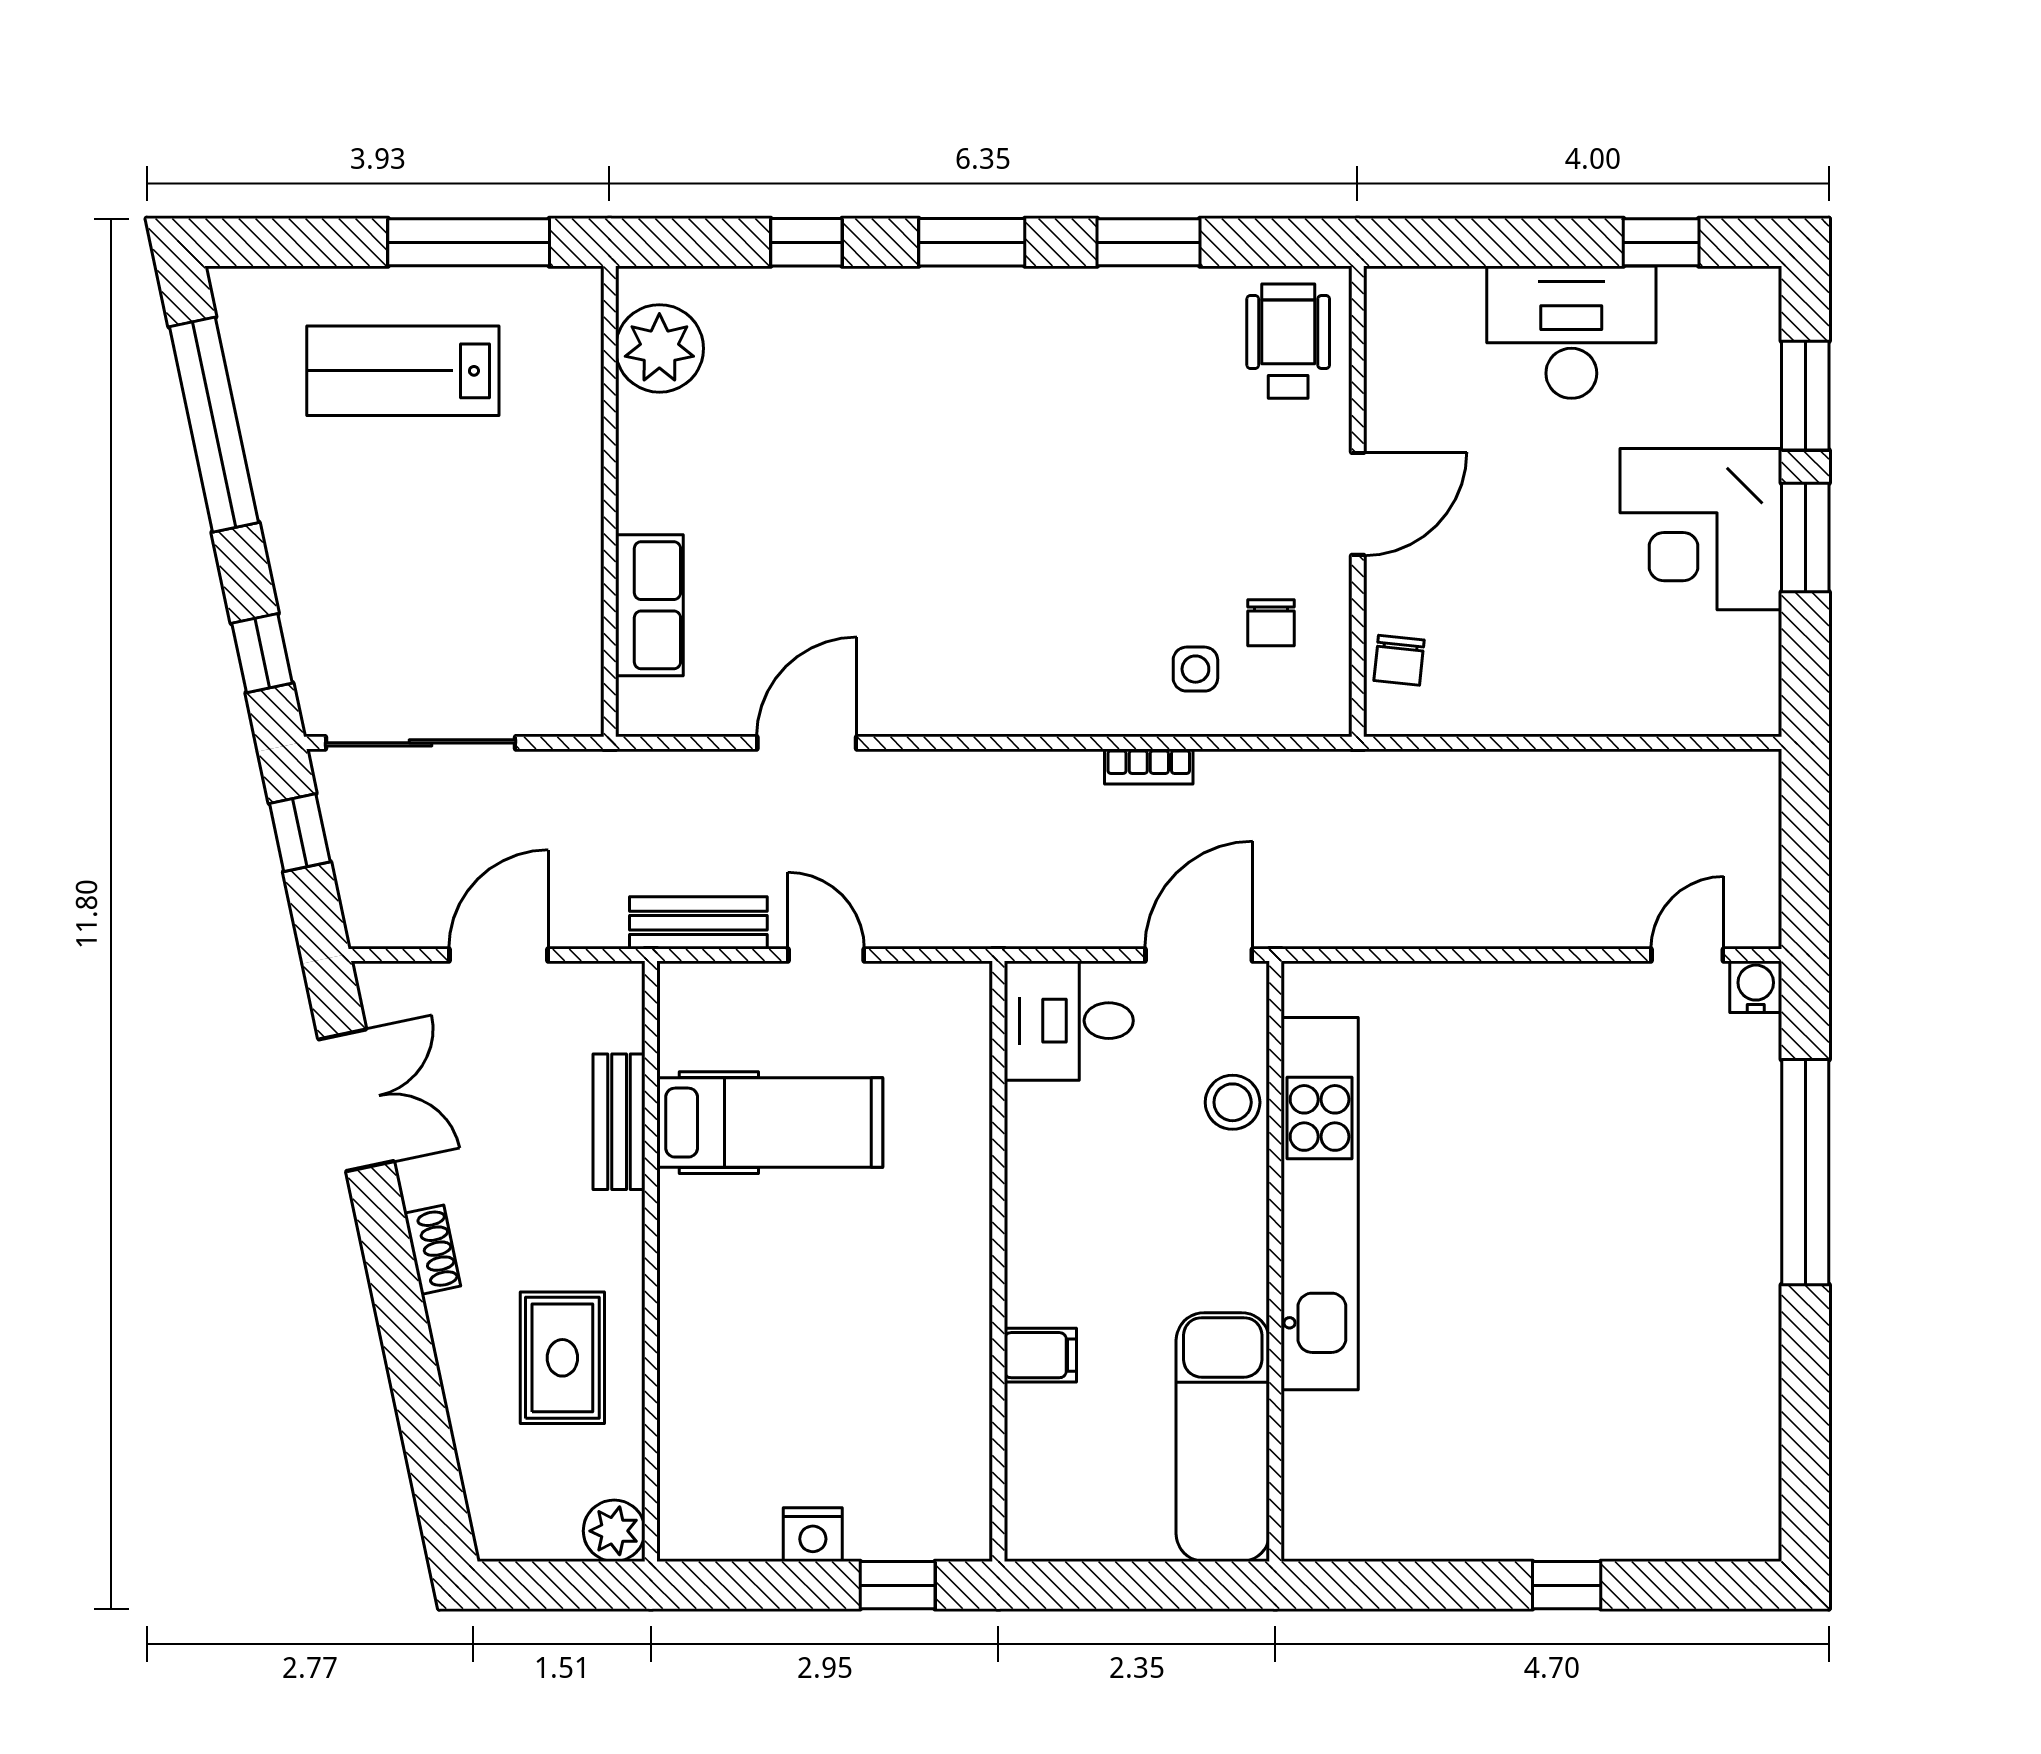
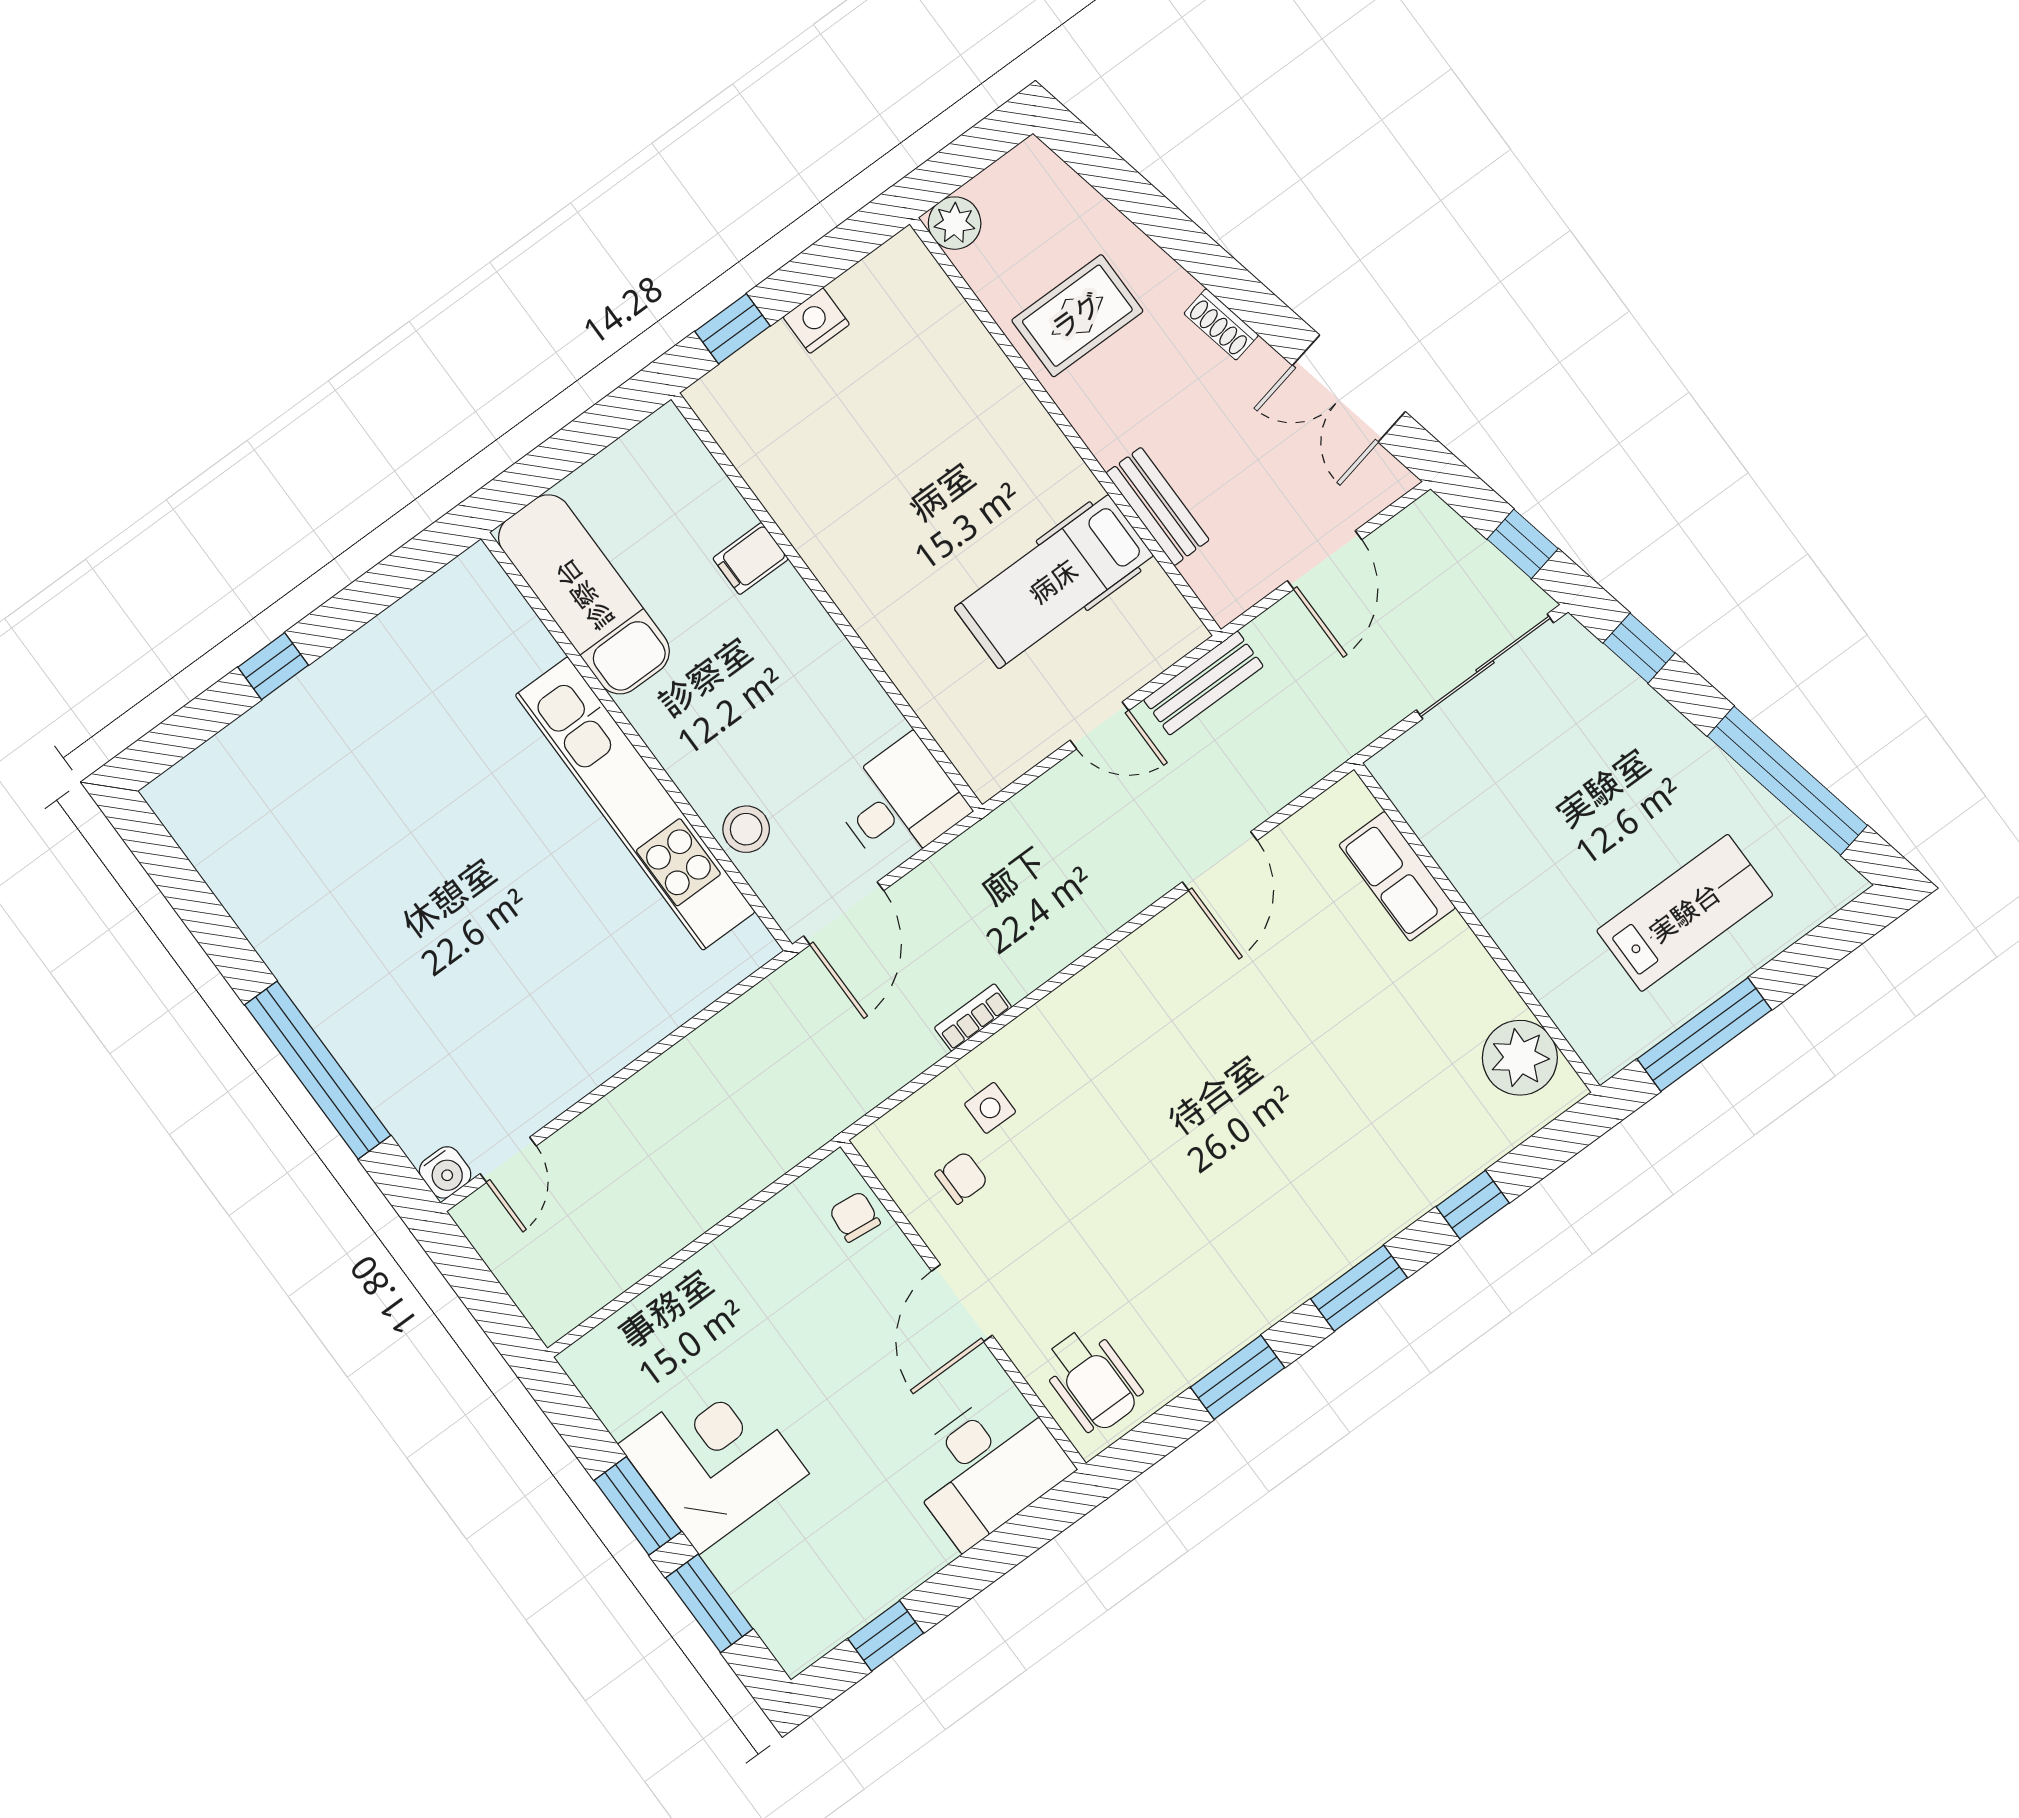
desk: (1571, 332) -> (987, 1467), moved
chair: (1271, 623) -> (961, 1178), turned 90
rug: (562, 1358) -> (1077, 316), turned 90

